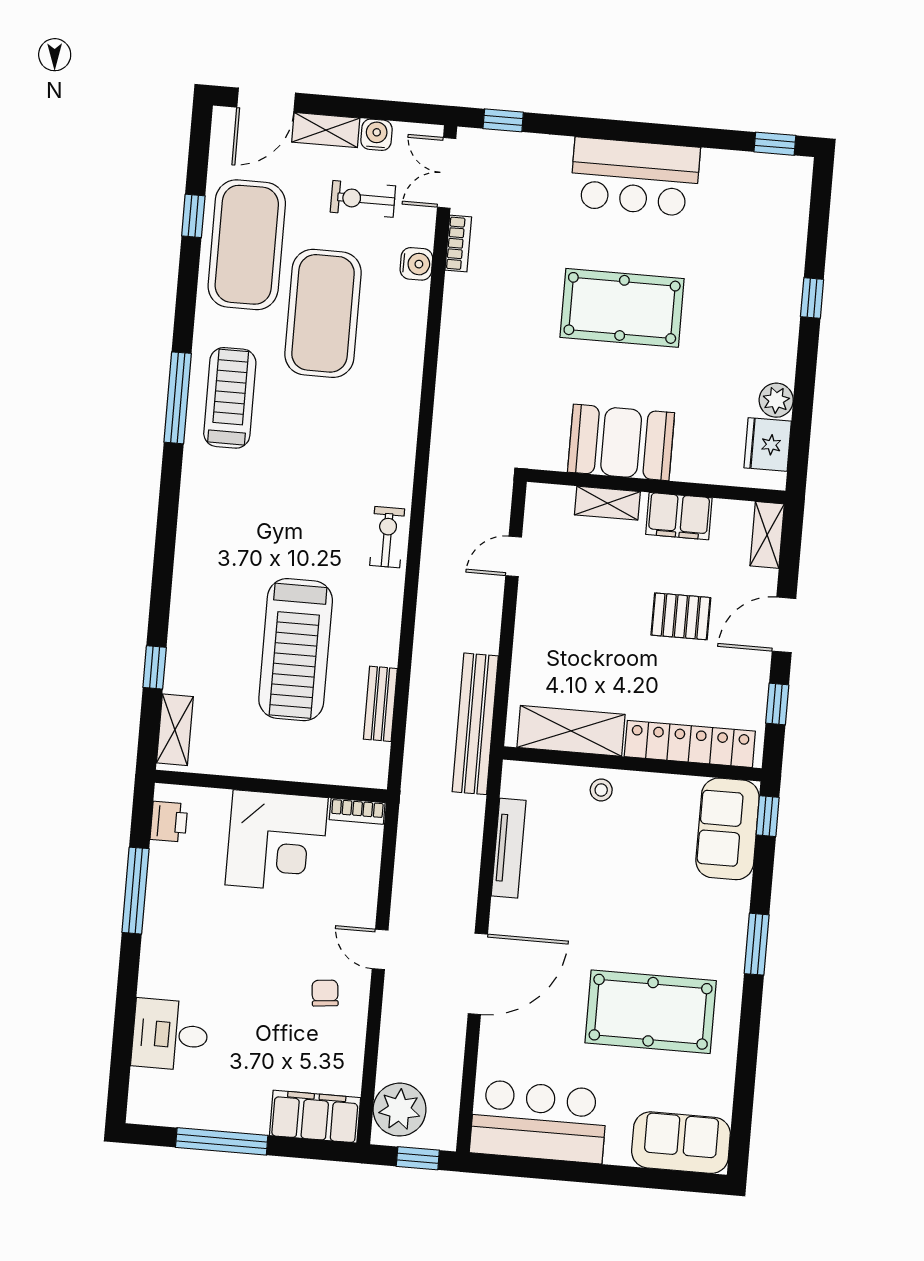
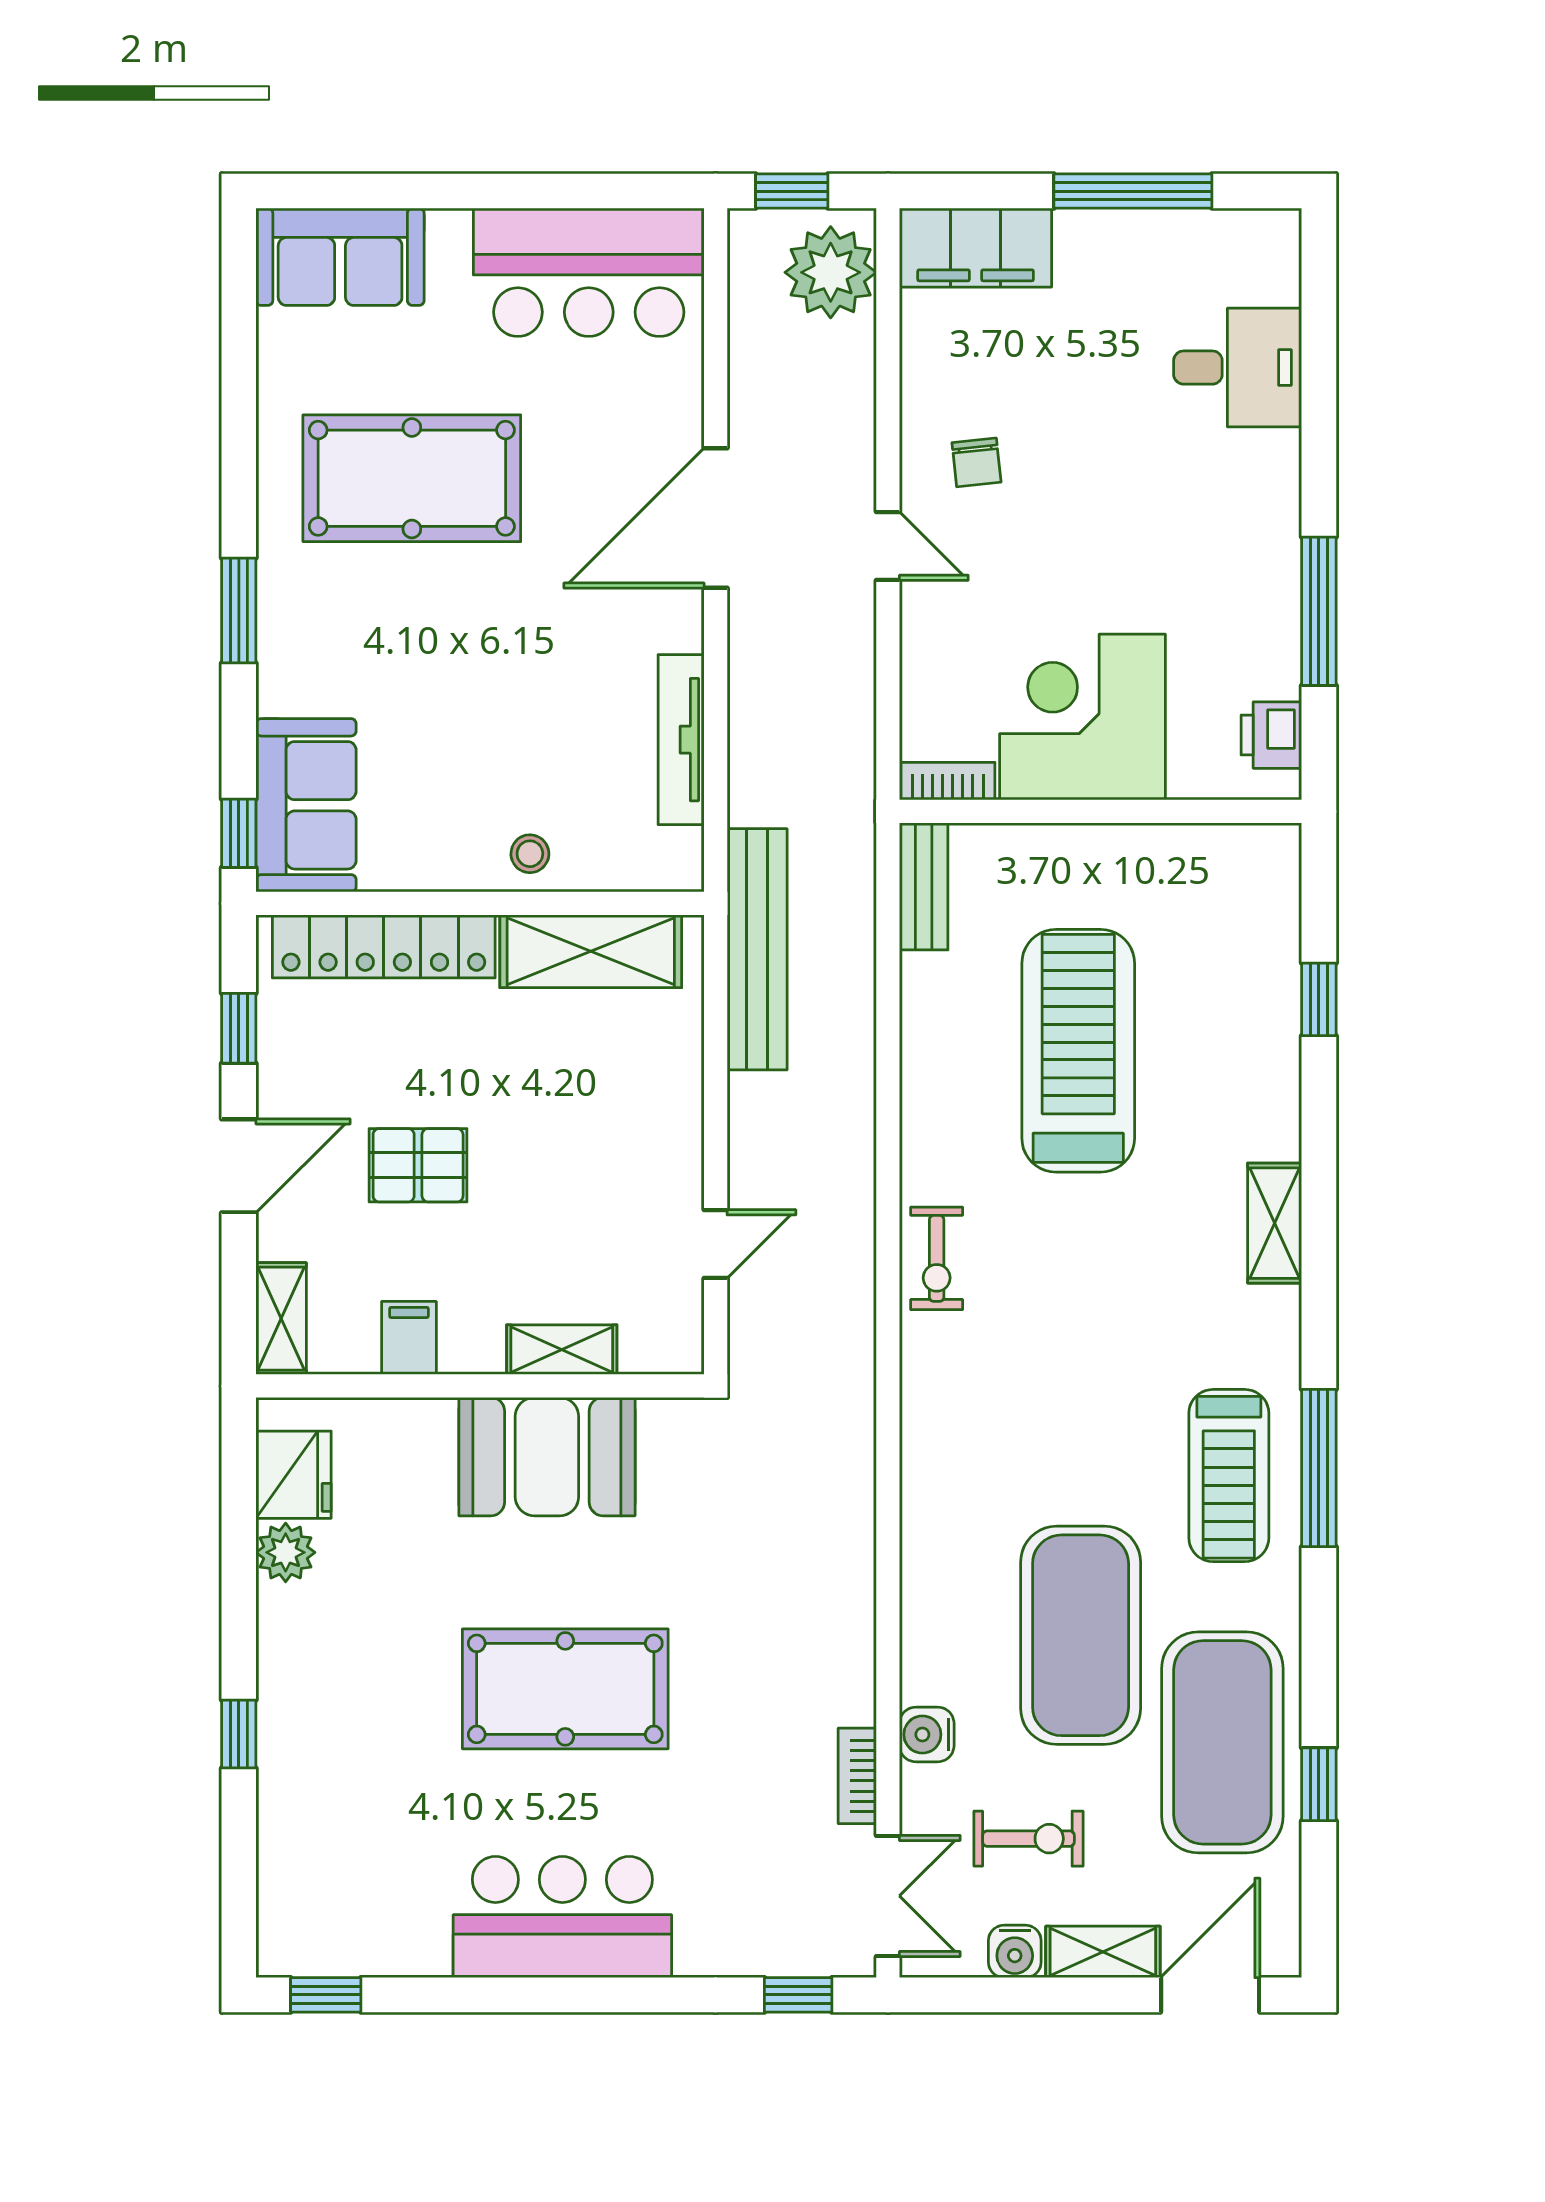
filing cabinet: (679, 516) -> (409, 1338), width x0.50
bench: (380, 704) -> (924, 886), moved
shelving: (175, 730) -> (1275, 1223), moved

